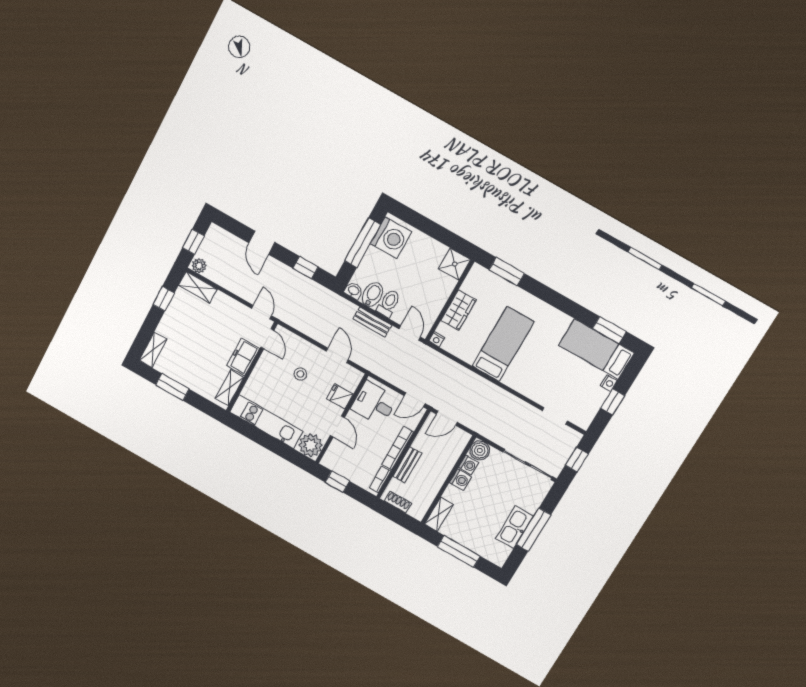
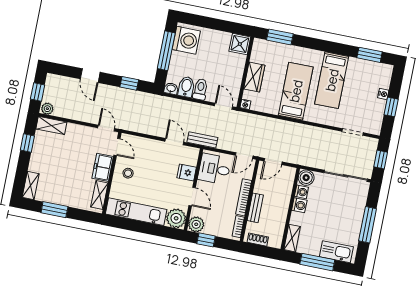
bench: (372, 322) -> (202, 140), moved
bed: (596, 349) -> (332, 80), moved, turned -90
stool: (300, 374) -> (128, 173), moved
plant: (332, 460) -> (196, 224), added
kitchen sink: (515, 527) -> (336, 252), moved, turned 90

